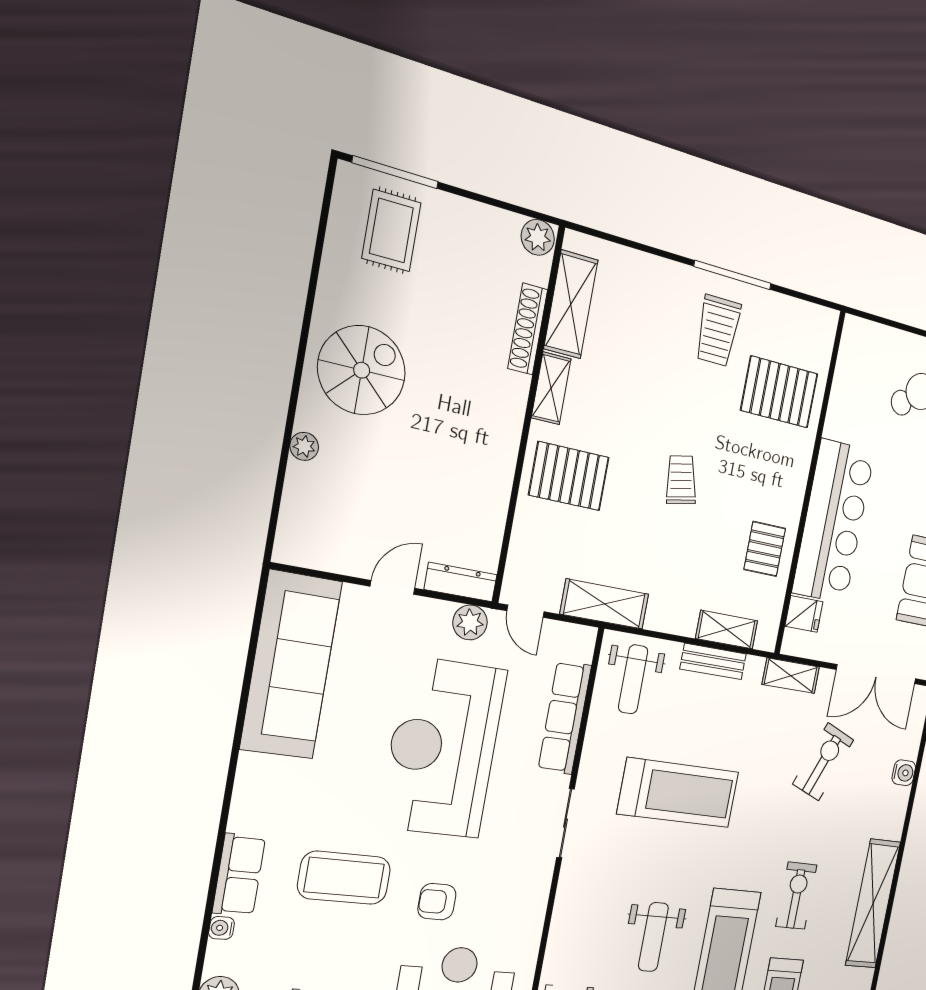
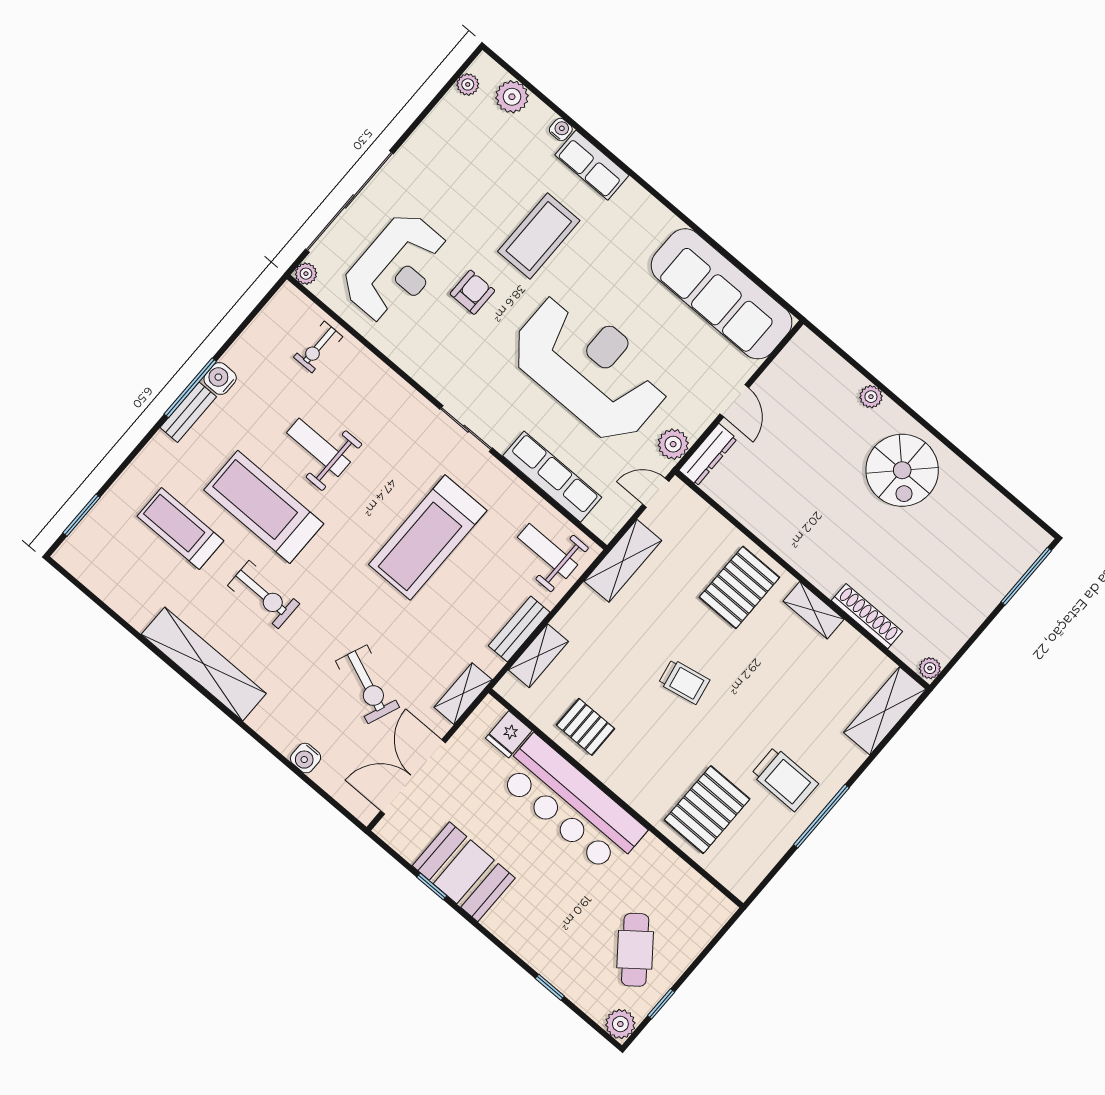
rug: (391, 231) -> (988, 550), removed
plant: (538, 237) -> (930, 668), width x0.73, depth x0.73
shelving: (571, 304) -> (885, 711), moved, turned 90
trolley: (718, 331) -> (785, 779), turned 180

